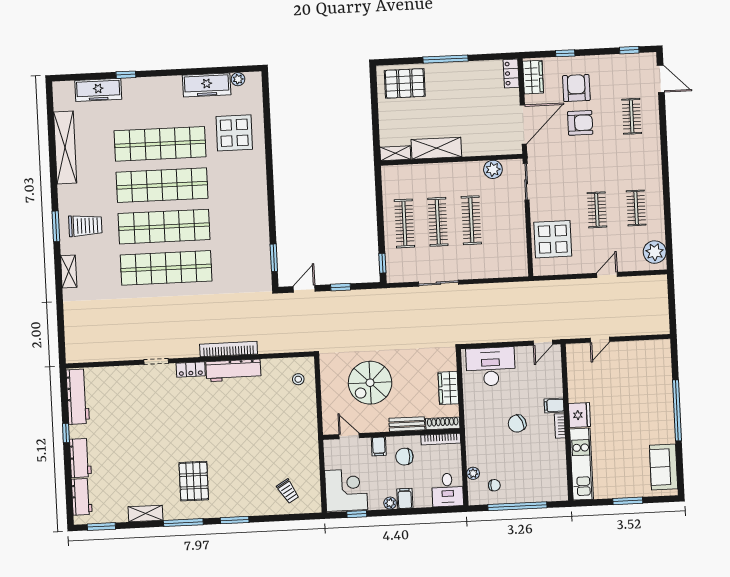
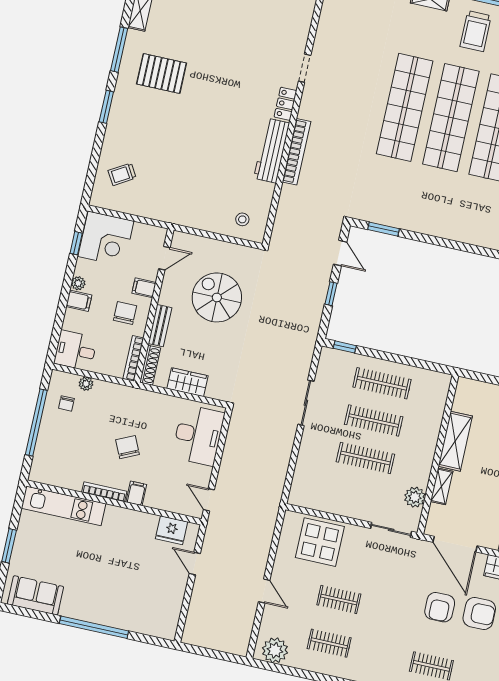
shelving: (395, 153) -> (442, 486), moved
fridge: (579, 415) -> (172, 530), moved
bookcase: (560, 426) -> (104, 492), width x1.56

